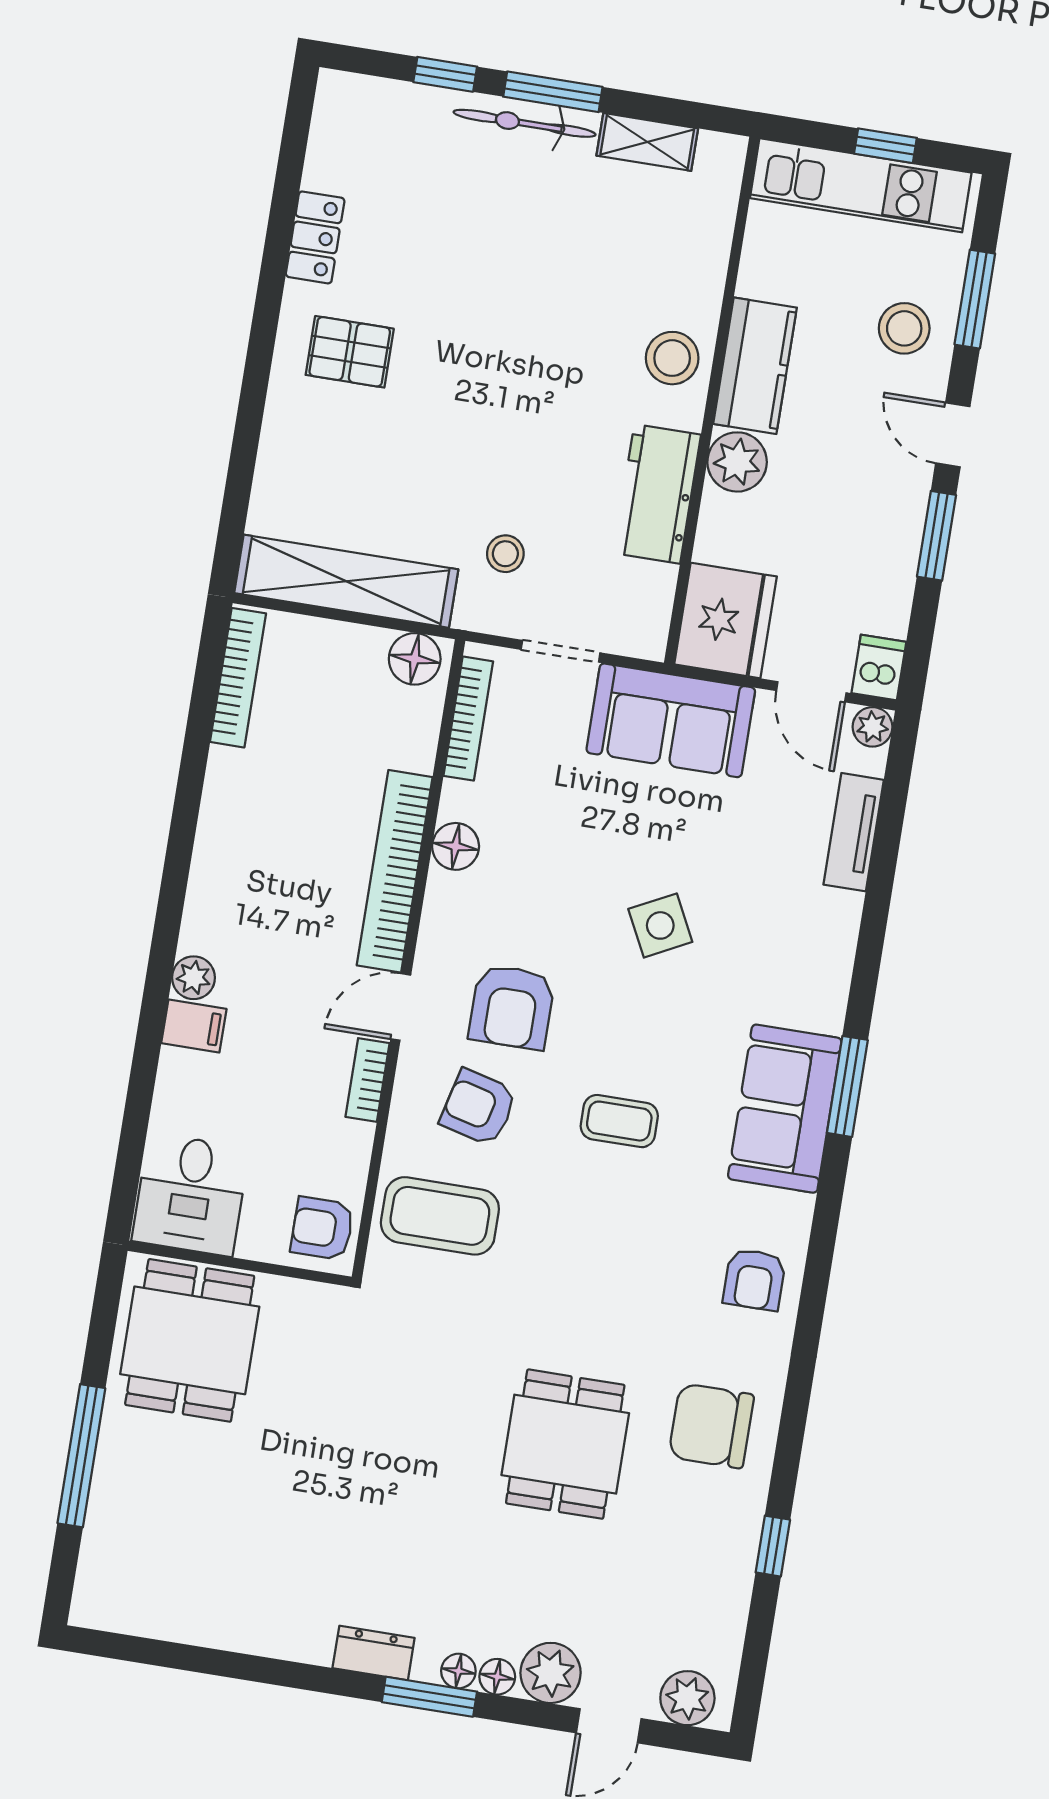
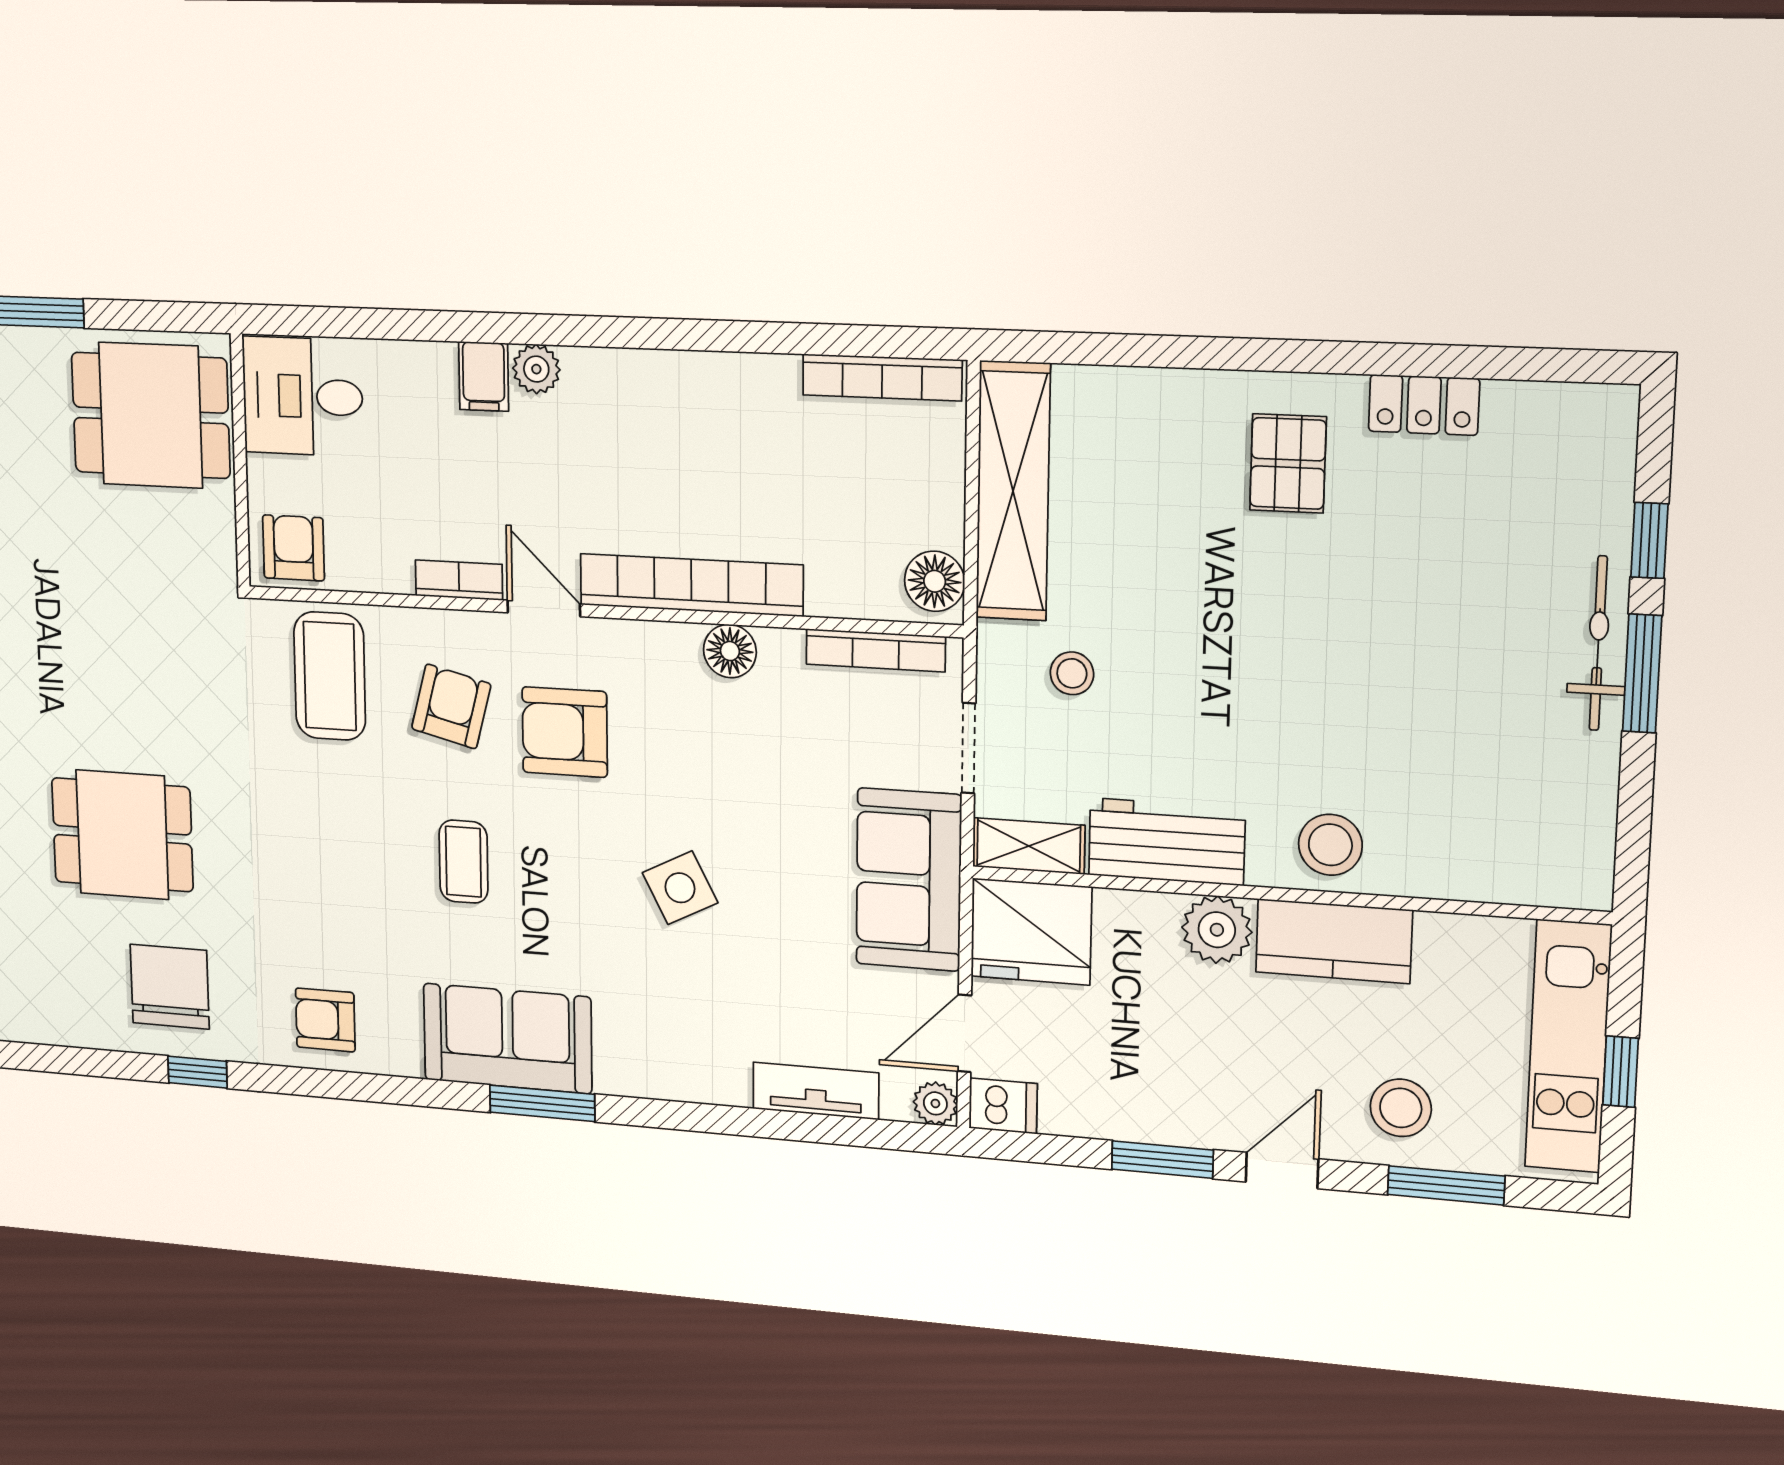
shelving: (647, 142) -> (1029, 846), moved, turned 90
window: (773, 1546) -> (198, 1072), moved

